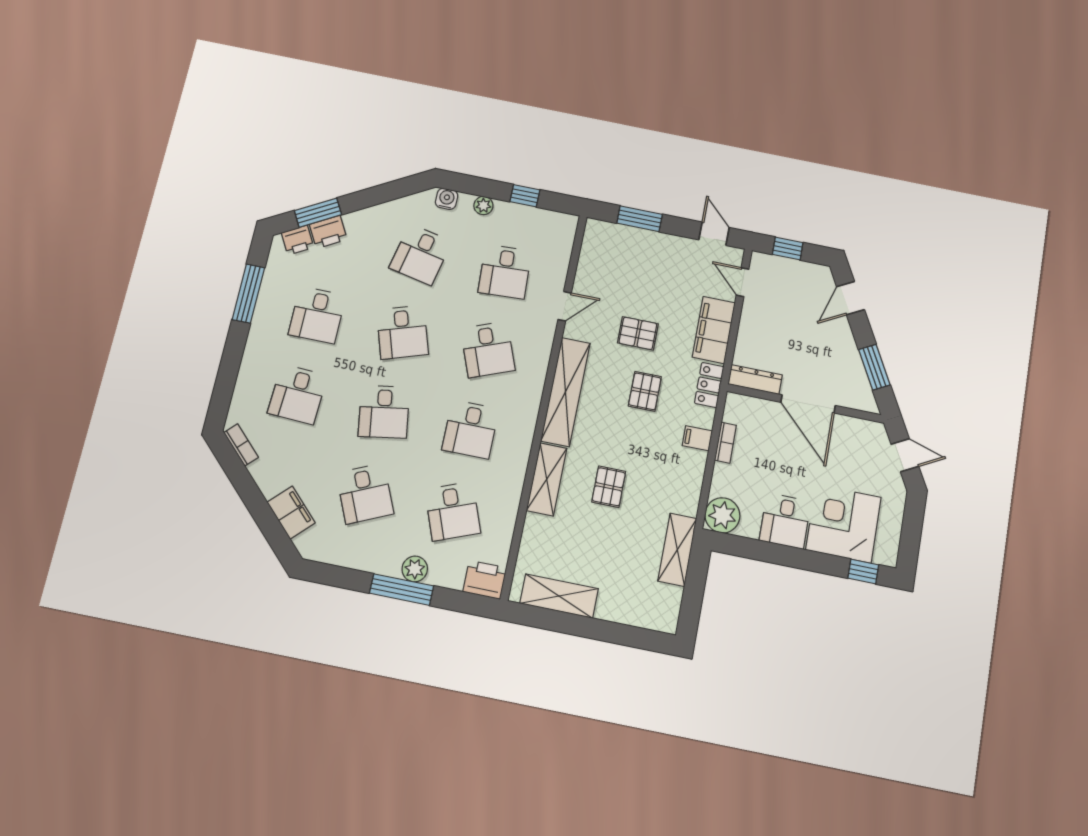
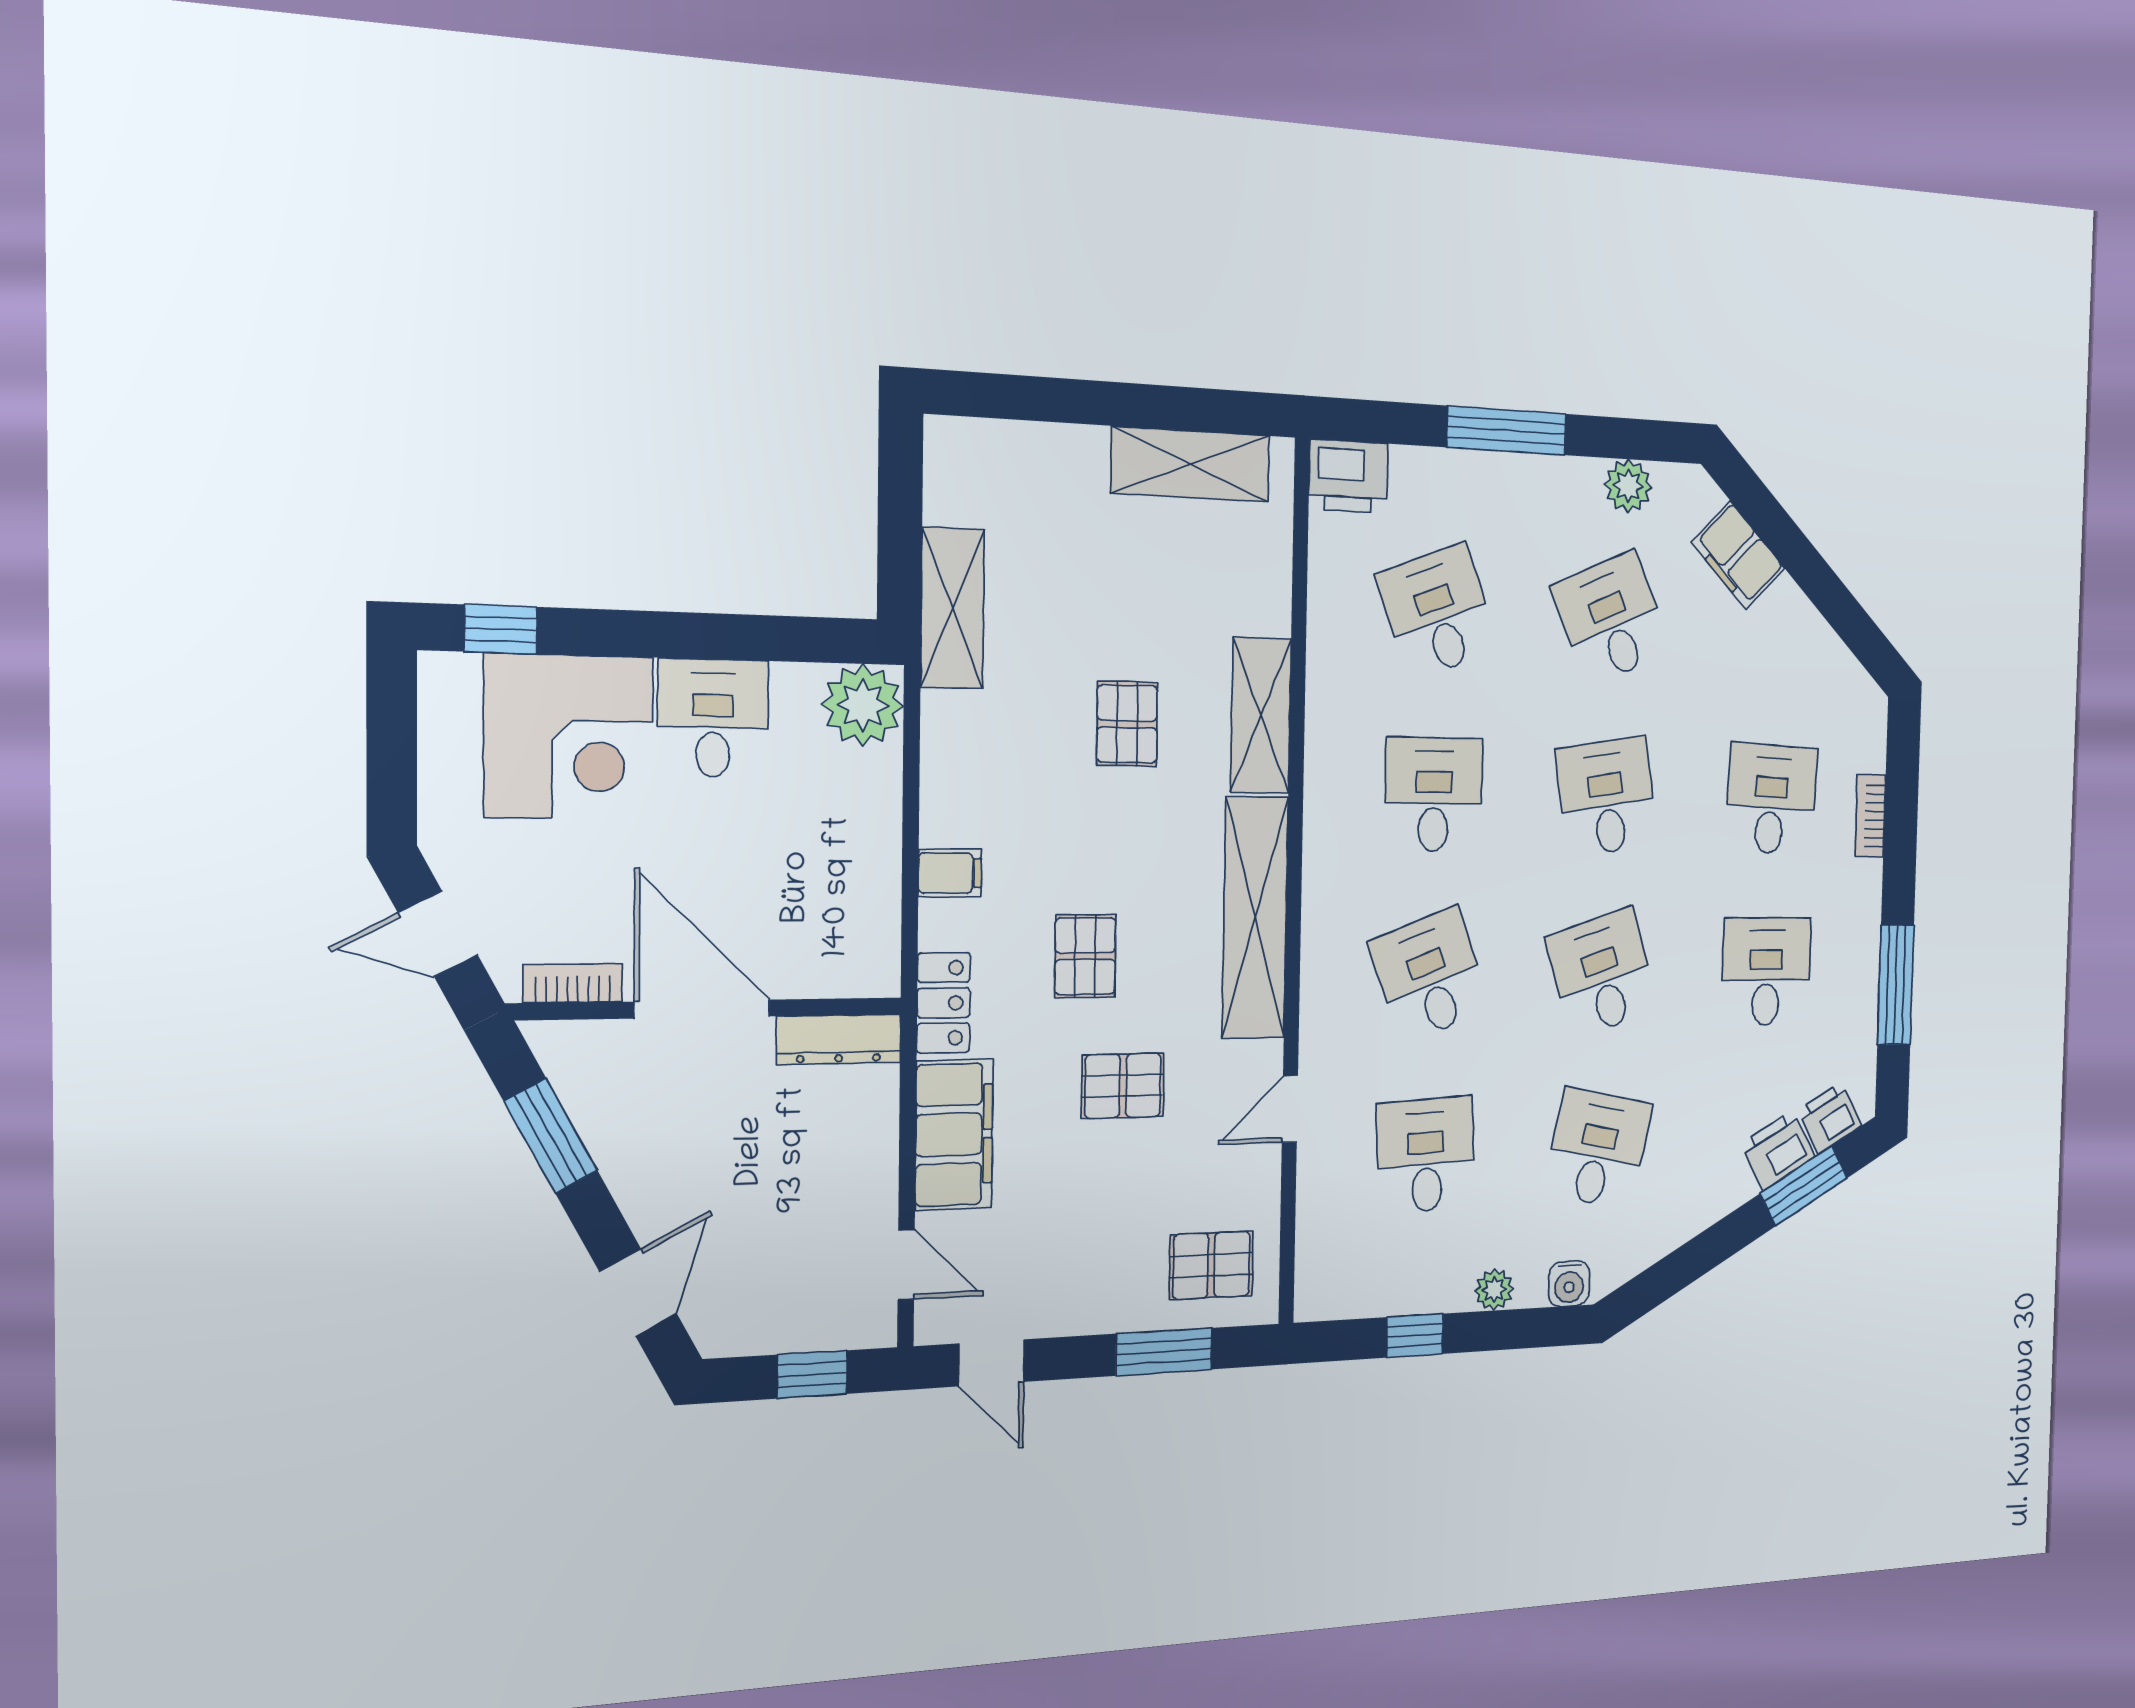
pallet: (612, 249) -> (1211, 1265), added
bookcase: (725, 443) -> (573, 983), moved, turned 90
bookcase: (241, 445) -> (1870, 816), moved, turned 45
plant: (415, 569) -> (1628, 486), moved

